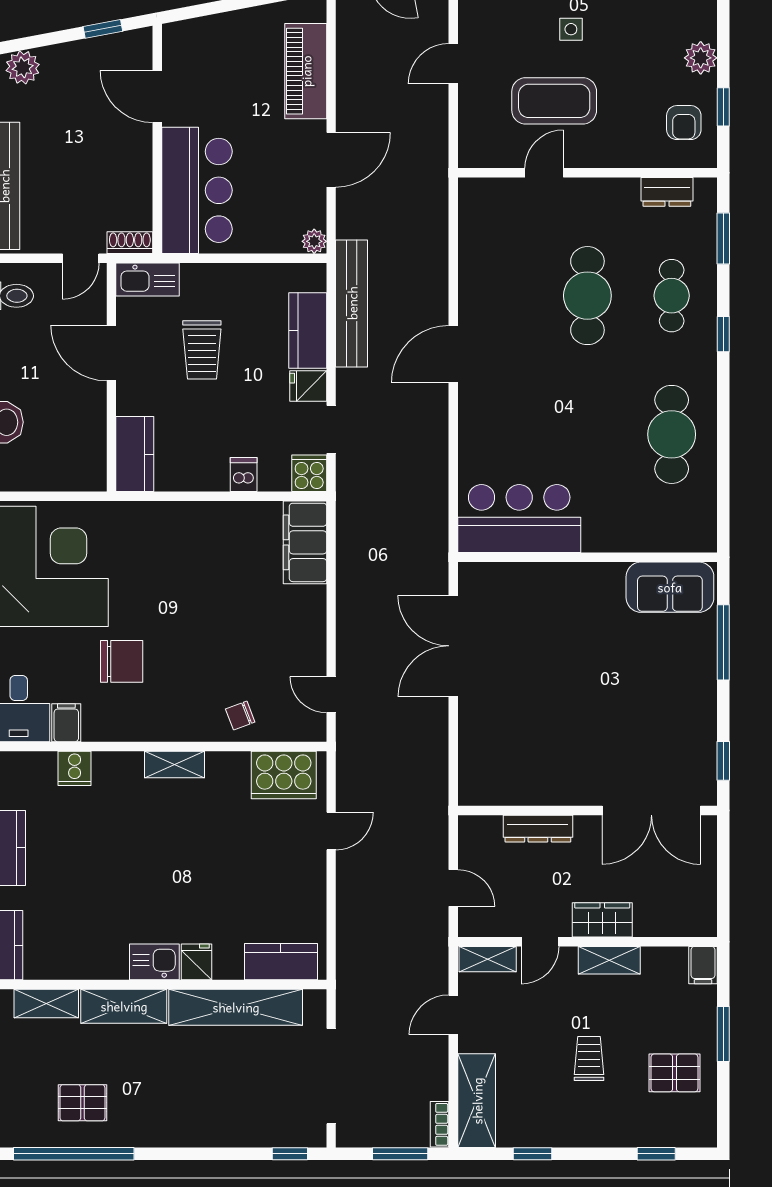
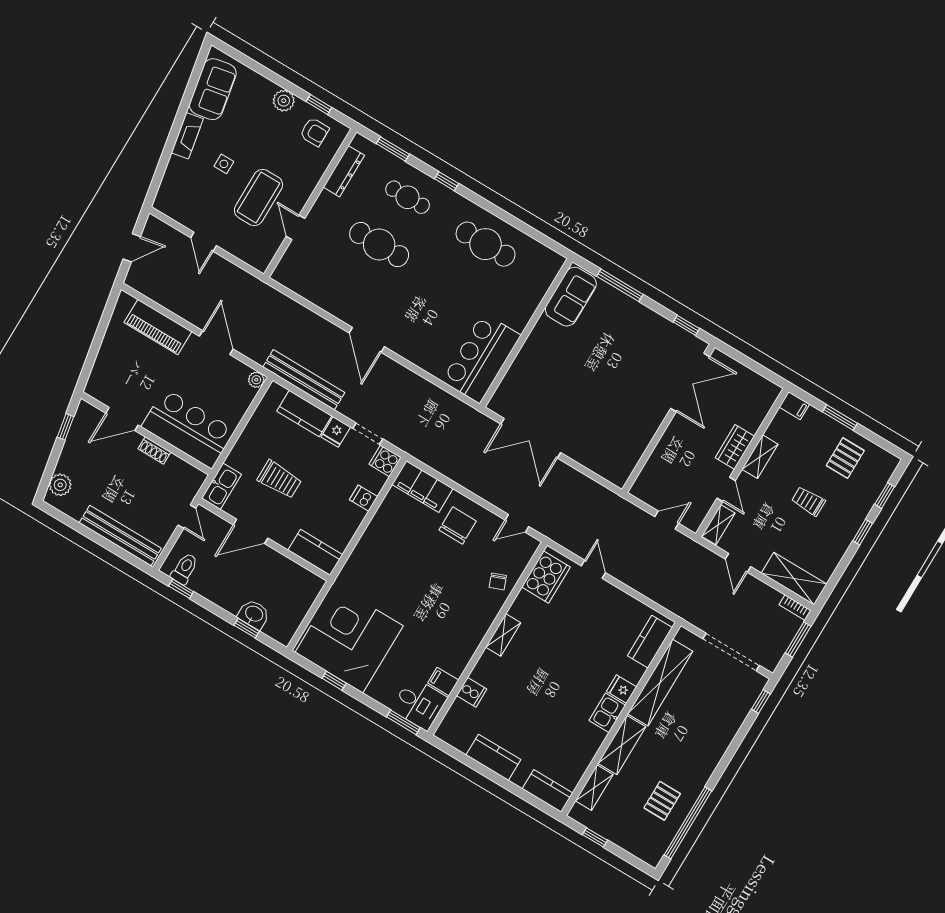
dresser: (667, 192) -> (344, 171), width x1.44
shoe rack: (130, 243) -> (154, 450), moved, turned -90
chair: (122, 661) -> (458, 526), moved
dresser: (538, 829) -> (662, 452), removed
window: (532, 1154) -> (863, 532), moved

